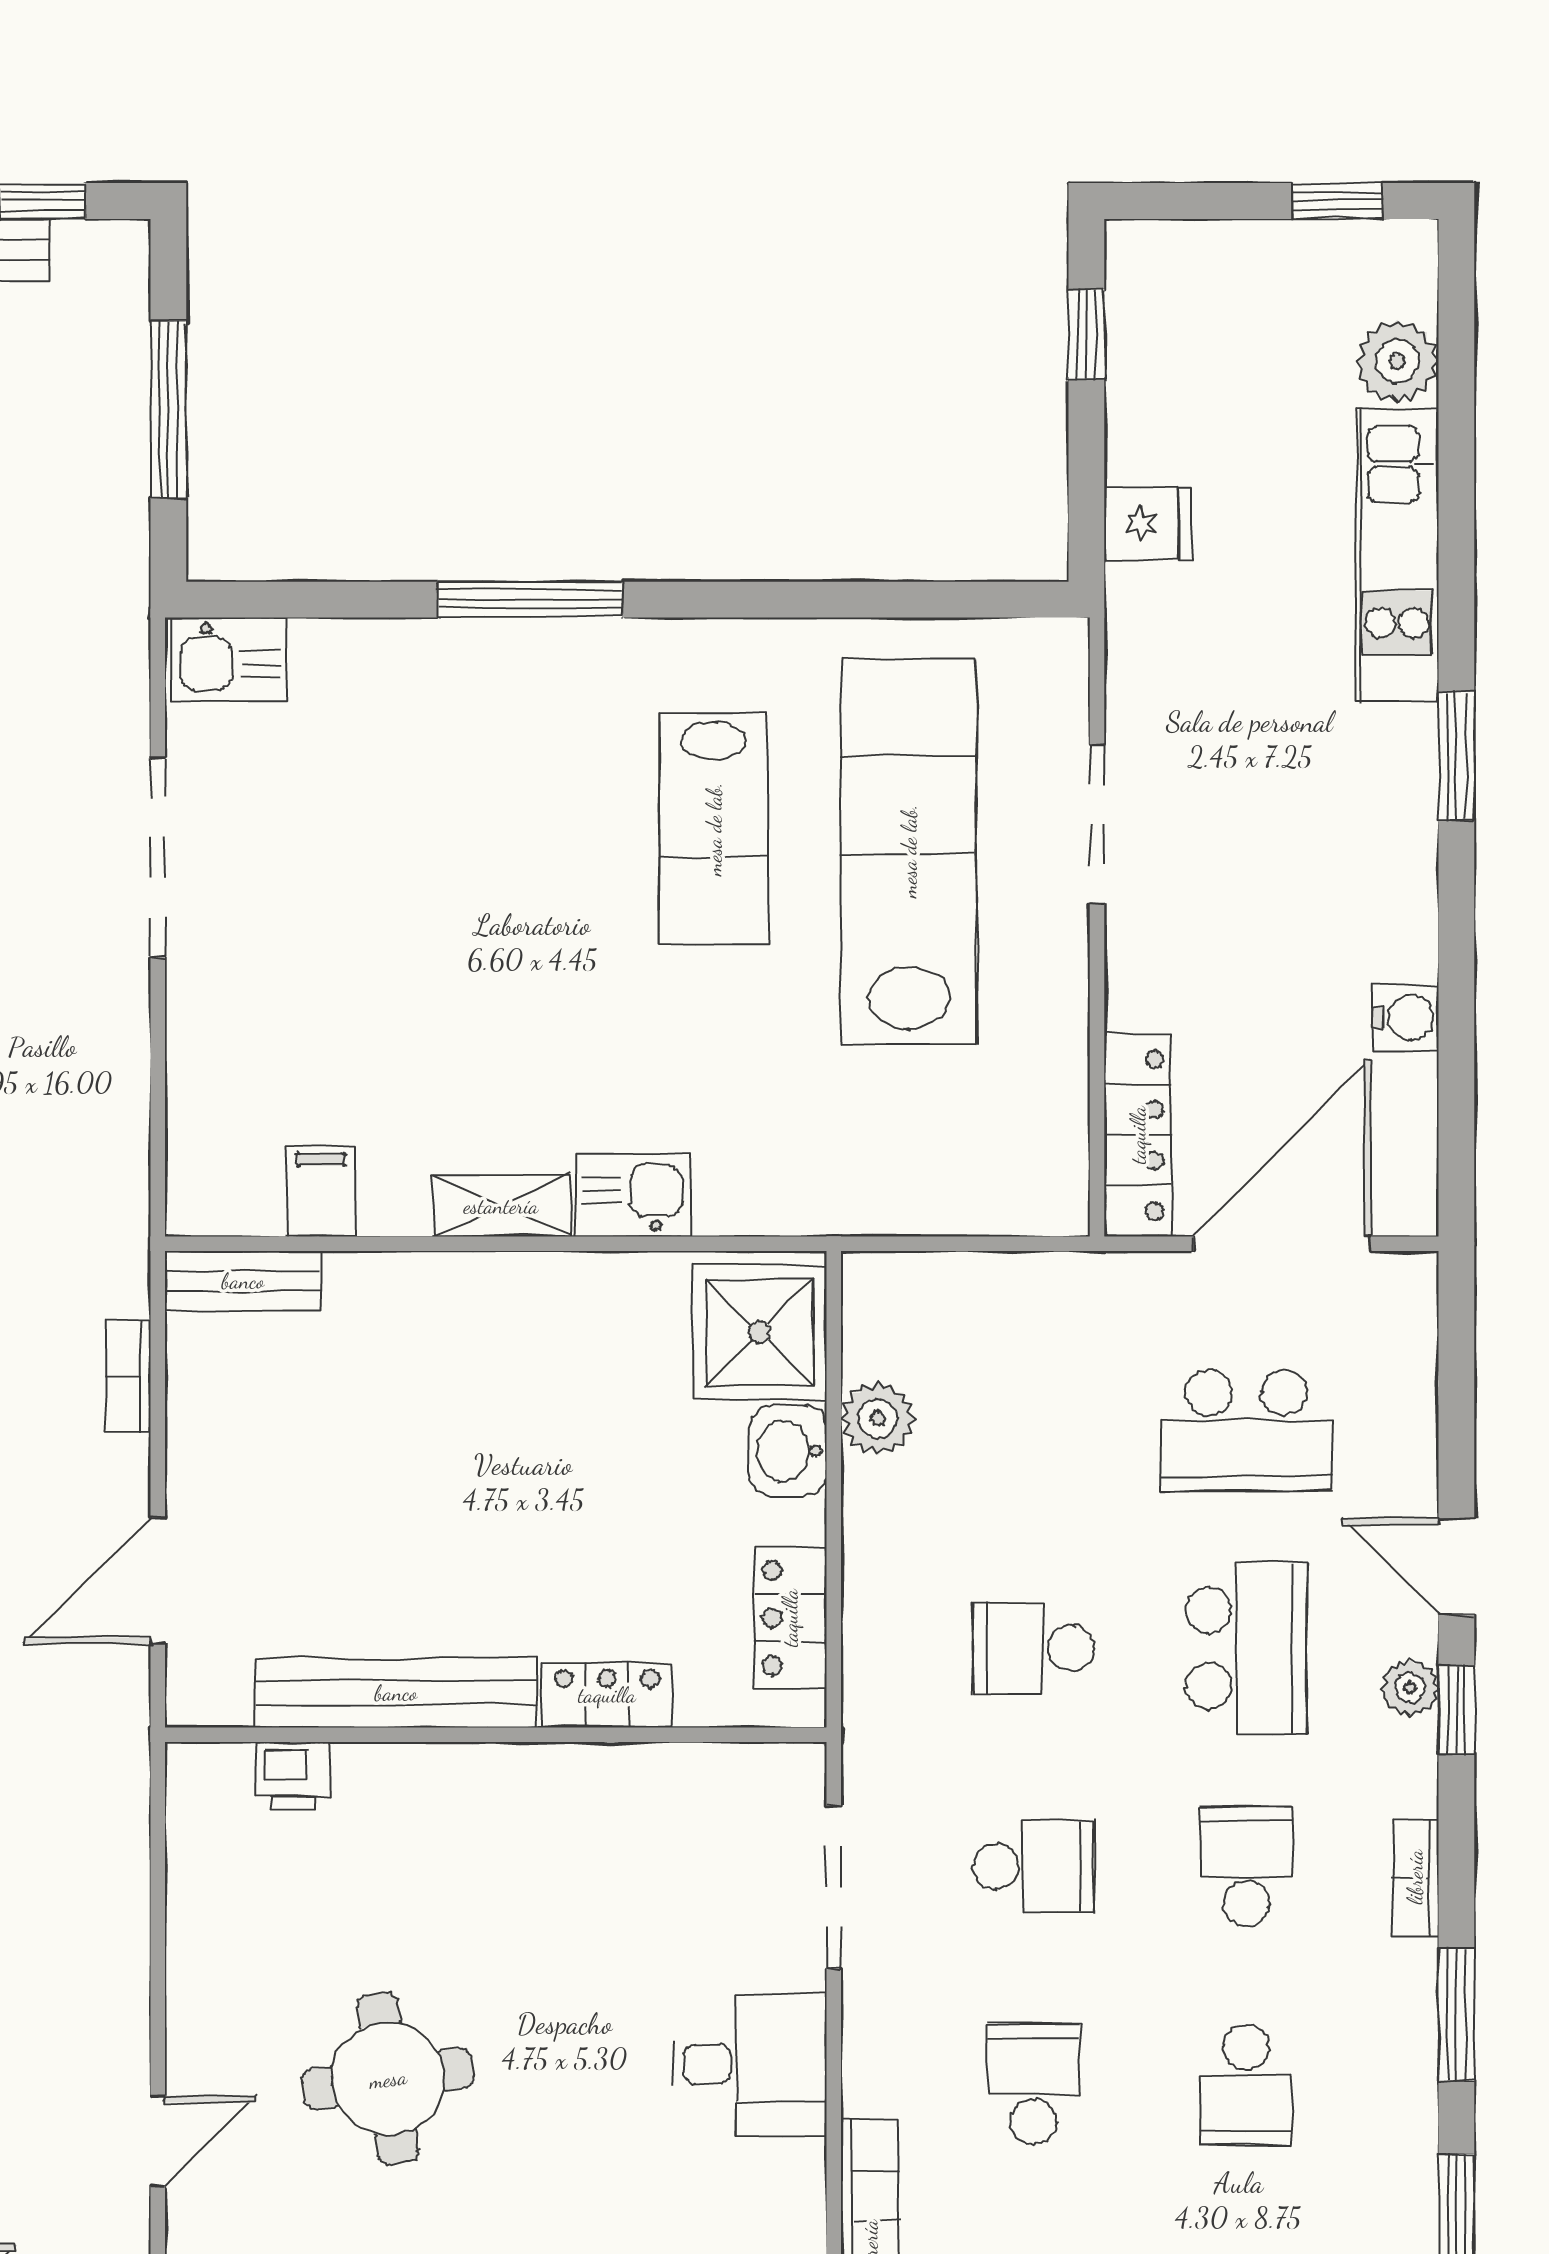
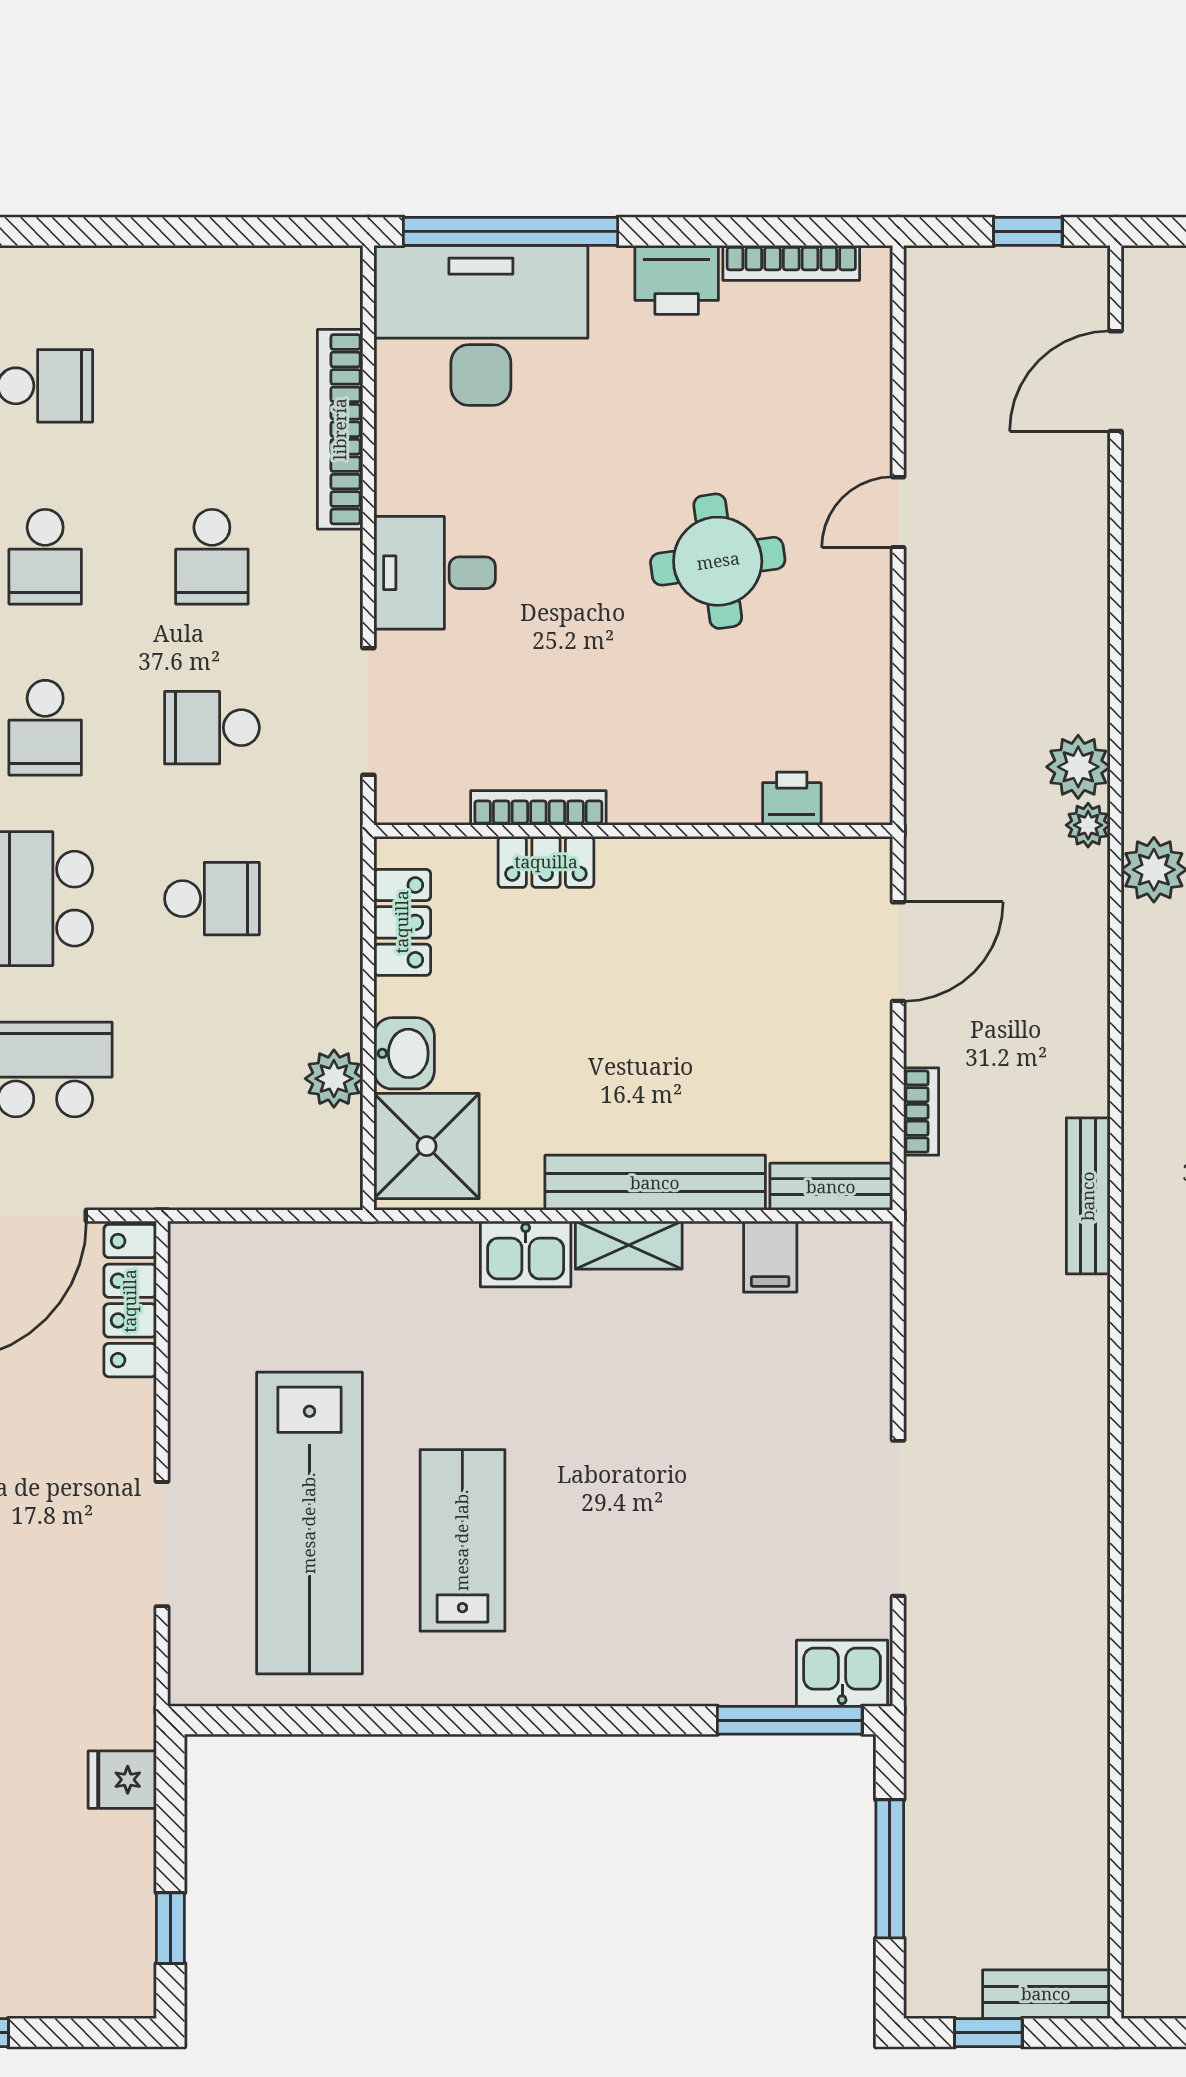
window: (530, 600) -> (790, 1720), moved
bench: (396, 1693) -> (655, 1183), moved
bookcase: (617, 1764) -> (538, 808), added
school desk: (1246, 2084) -> (45, 557), turned 180

